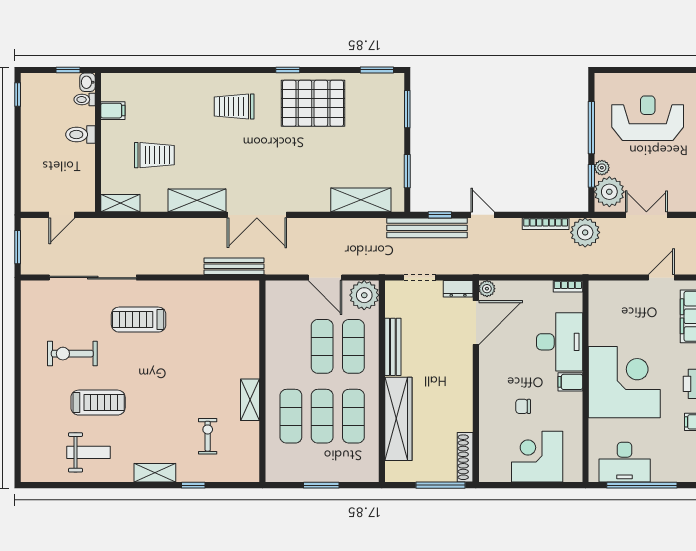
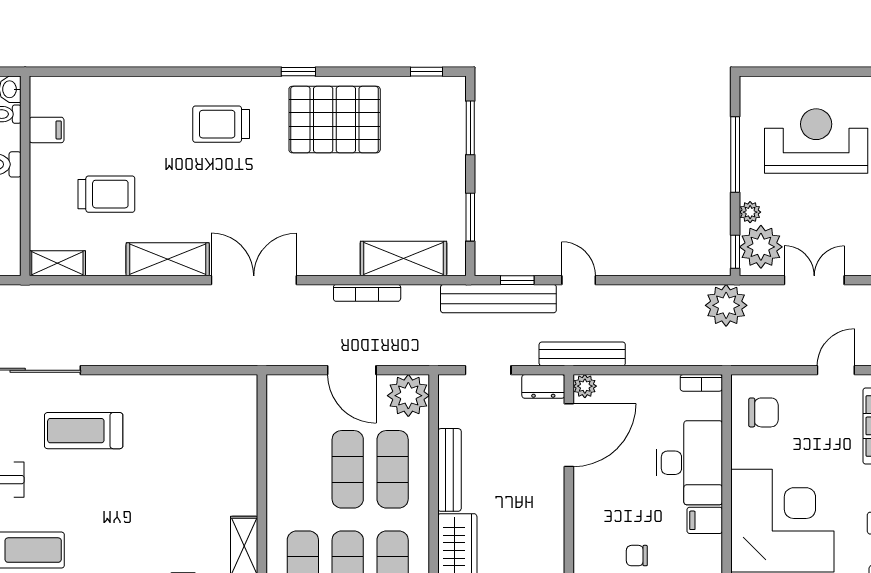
window: (377, 70) -> (426, 72), width x0.67
window: (591, 176) -> (735, 252), moved
double door: (257, 215) -> (254, 280), swing flipped
bookcase: (546, 224) -> (367, 293), moved
bench: (234, 266) -> (582, 354), moved
chair: (611, 307) -> (763, 412), added

